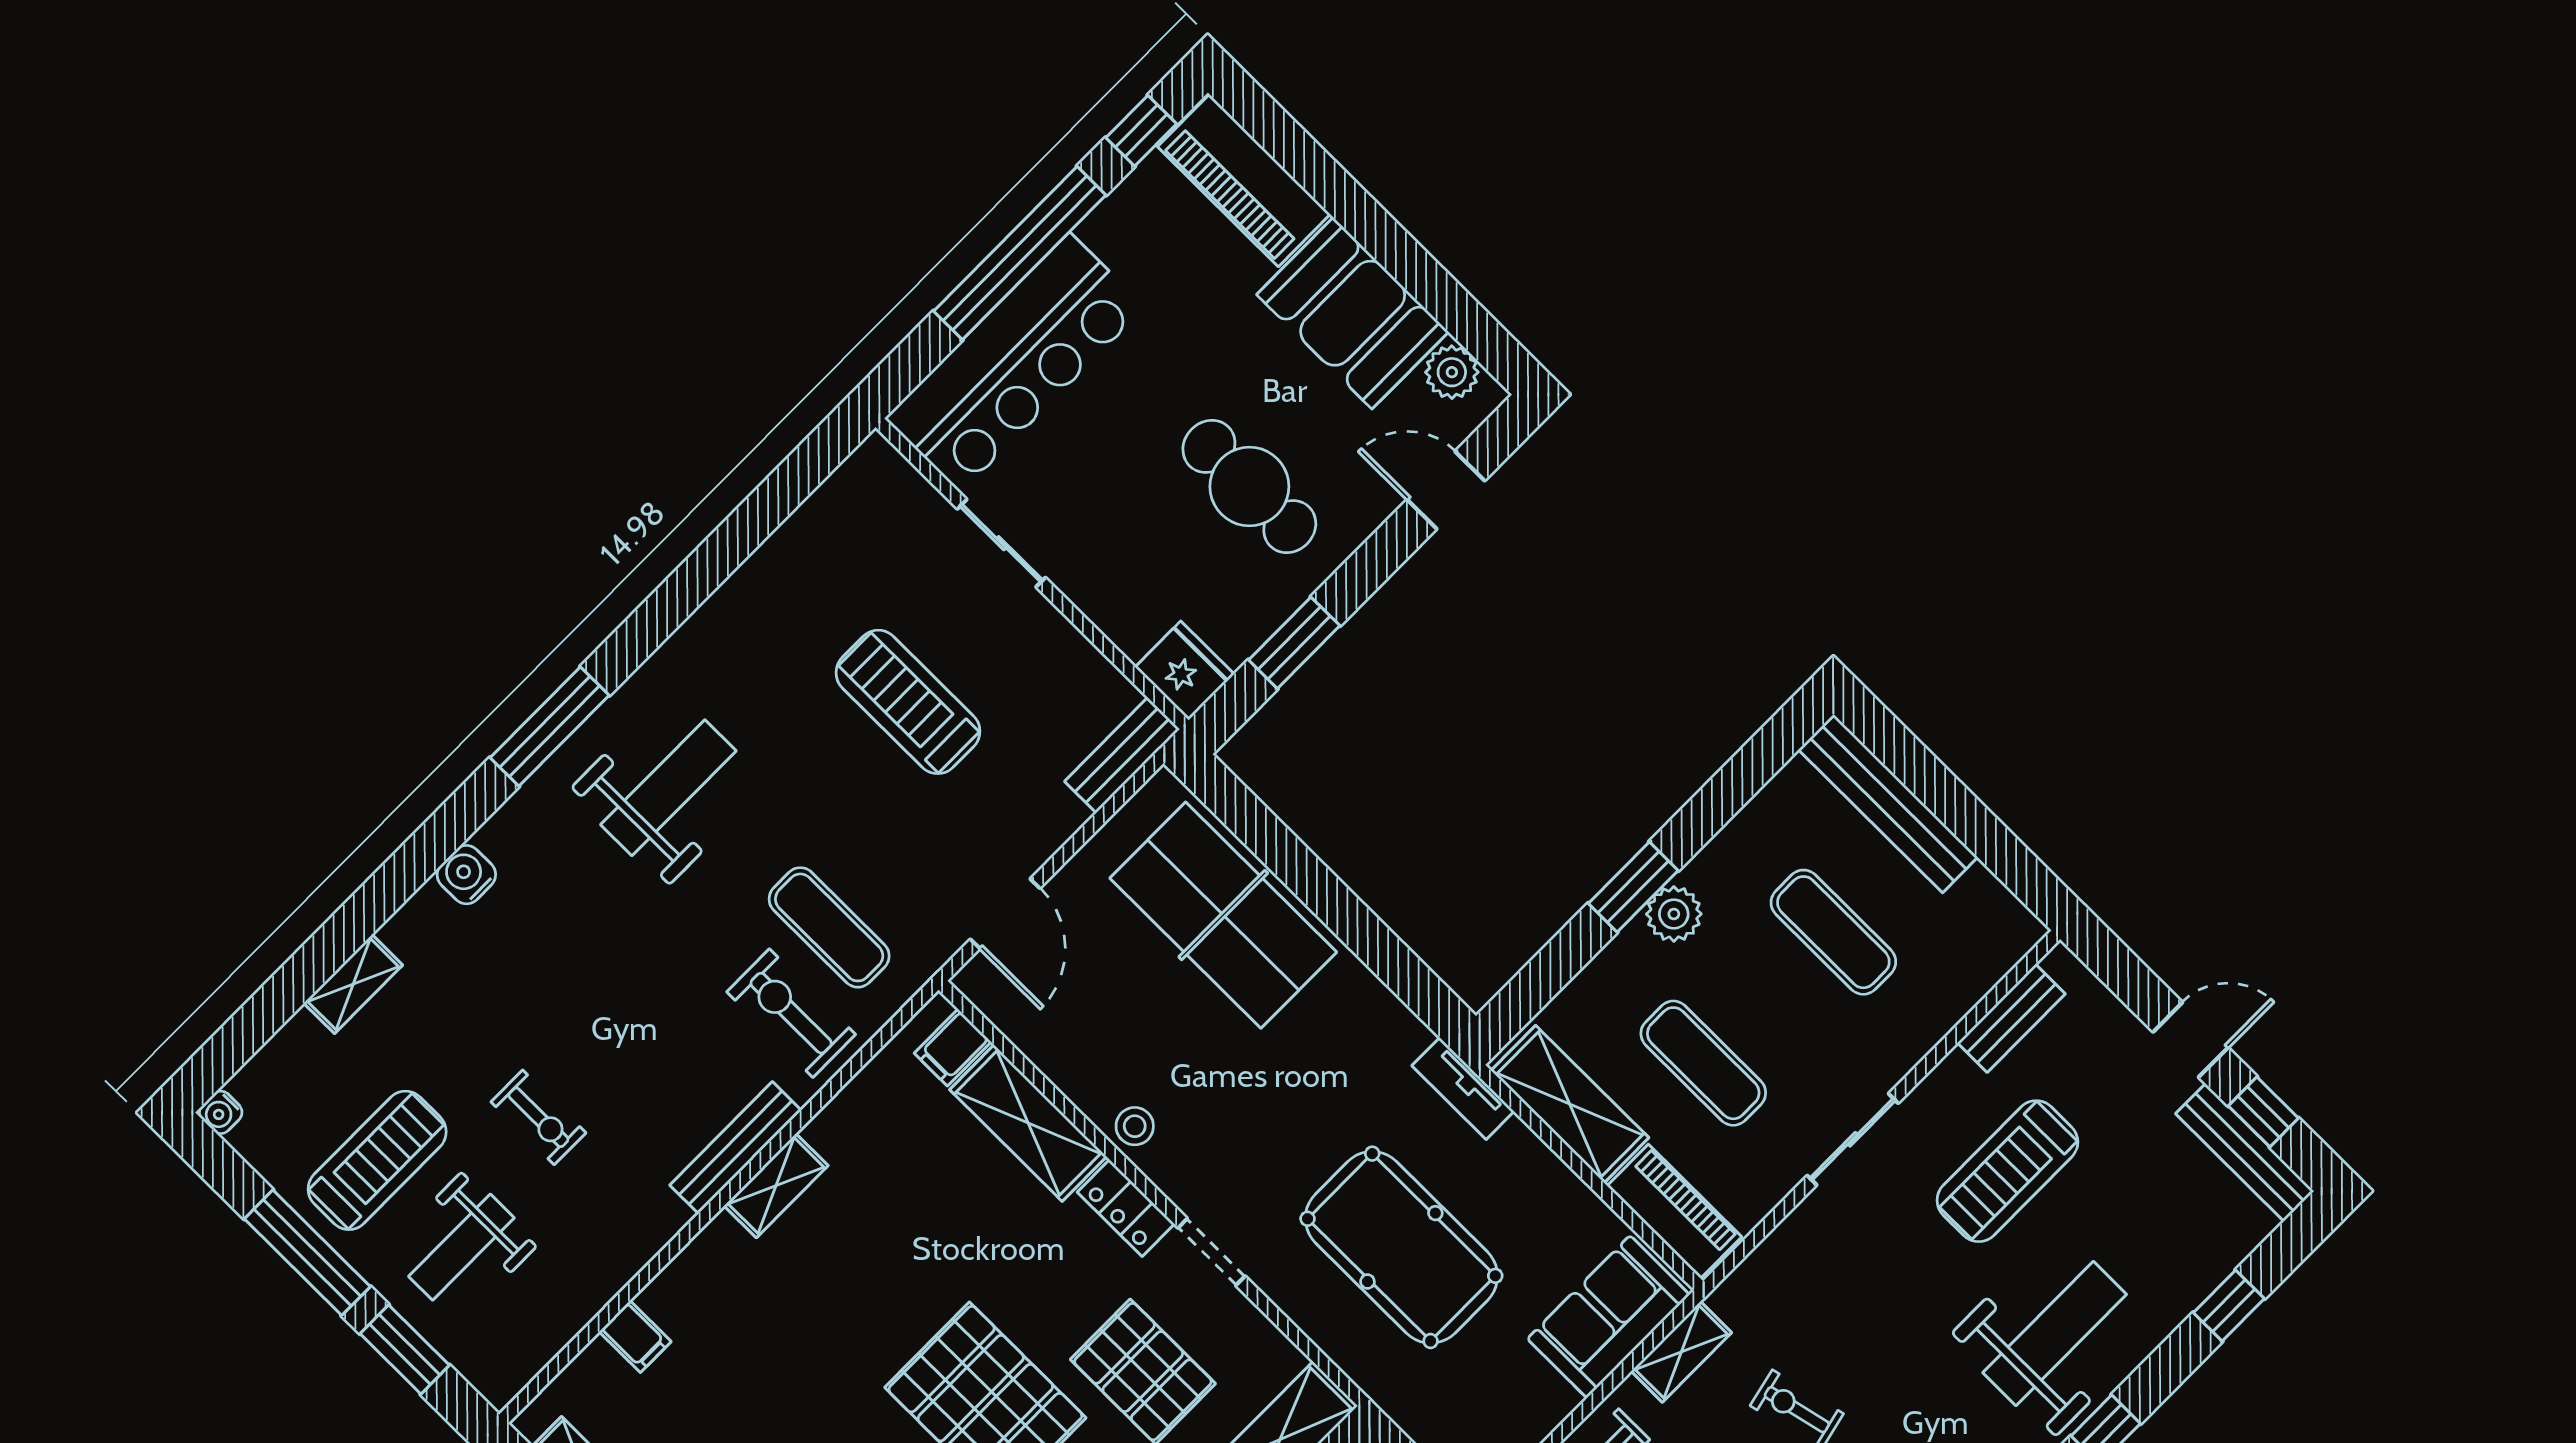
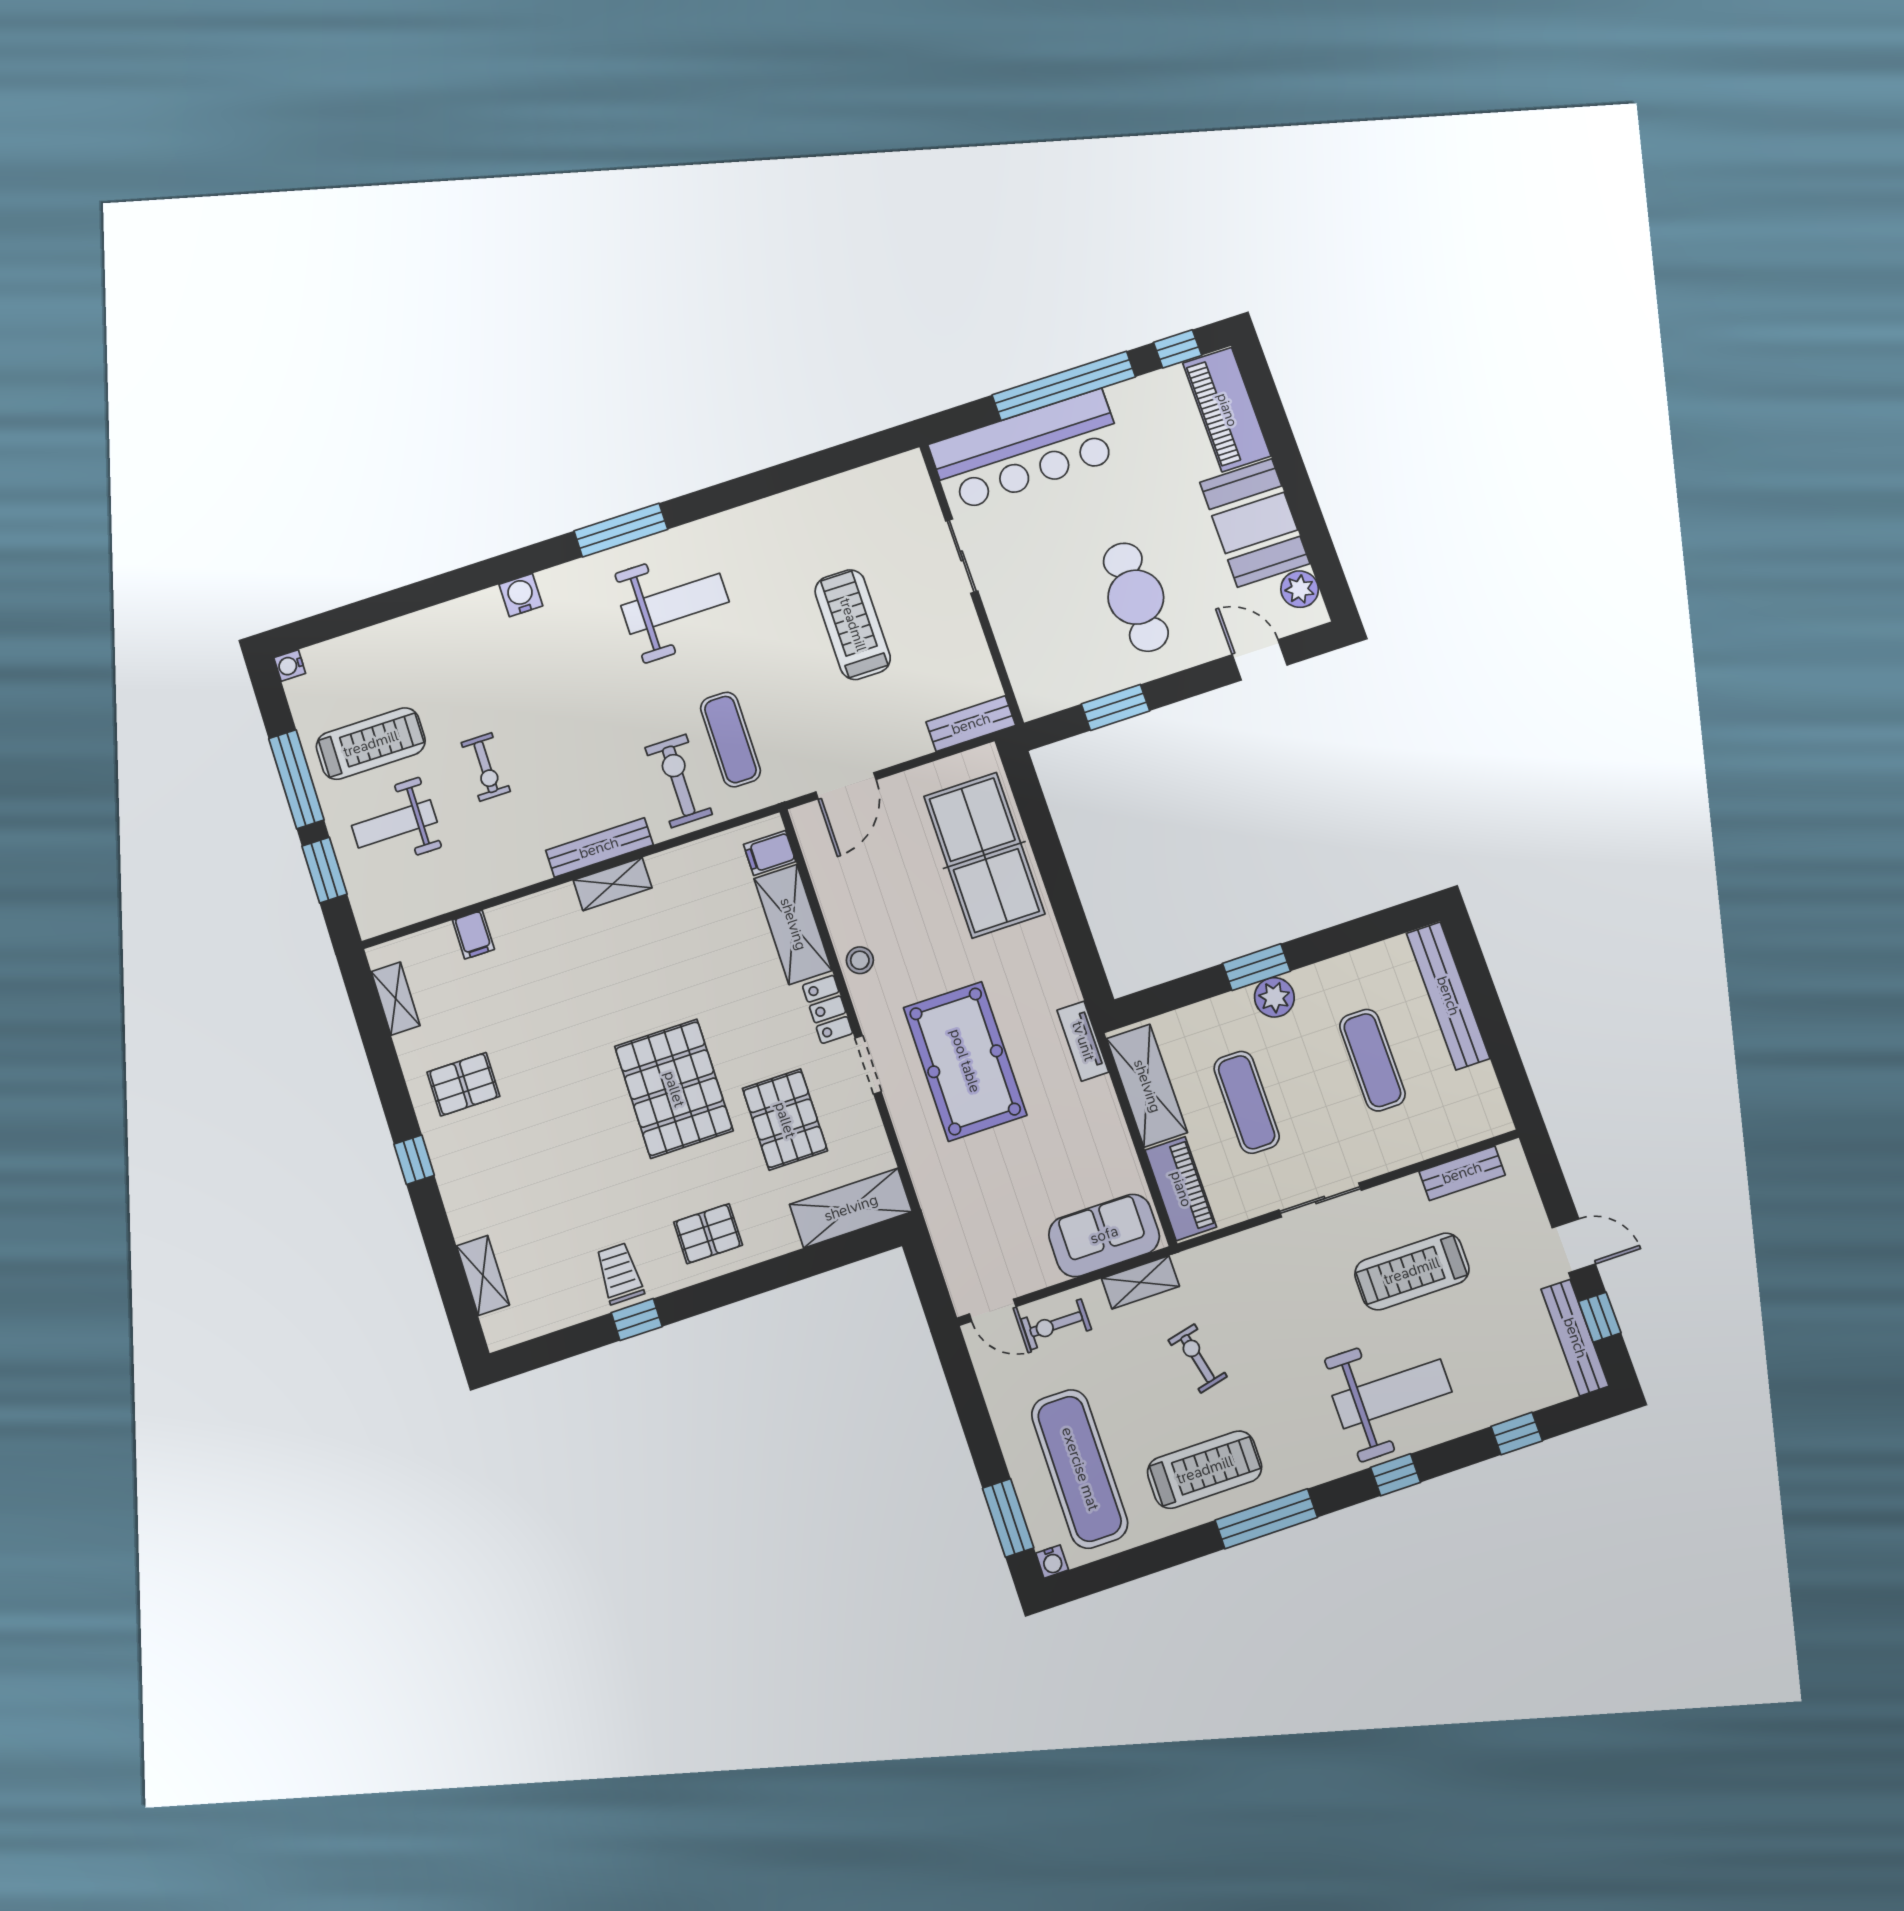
fridge: (1185, 671) -> (1037, 691), removed
shelving: (353, 984) -> (415, 627), removed
pool table: (1401, 1247) -> (965, 1061), moved

